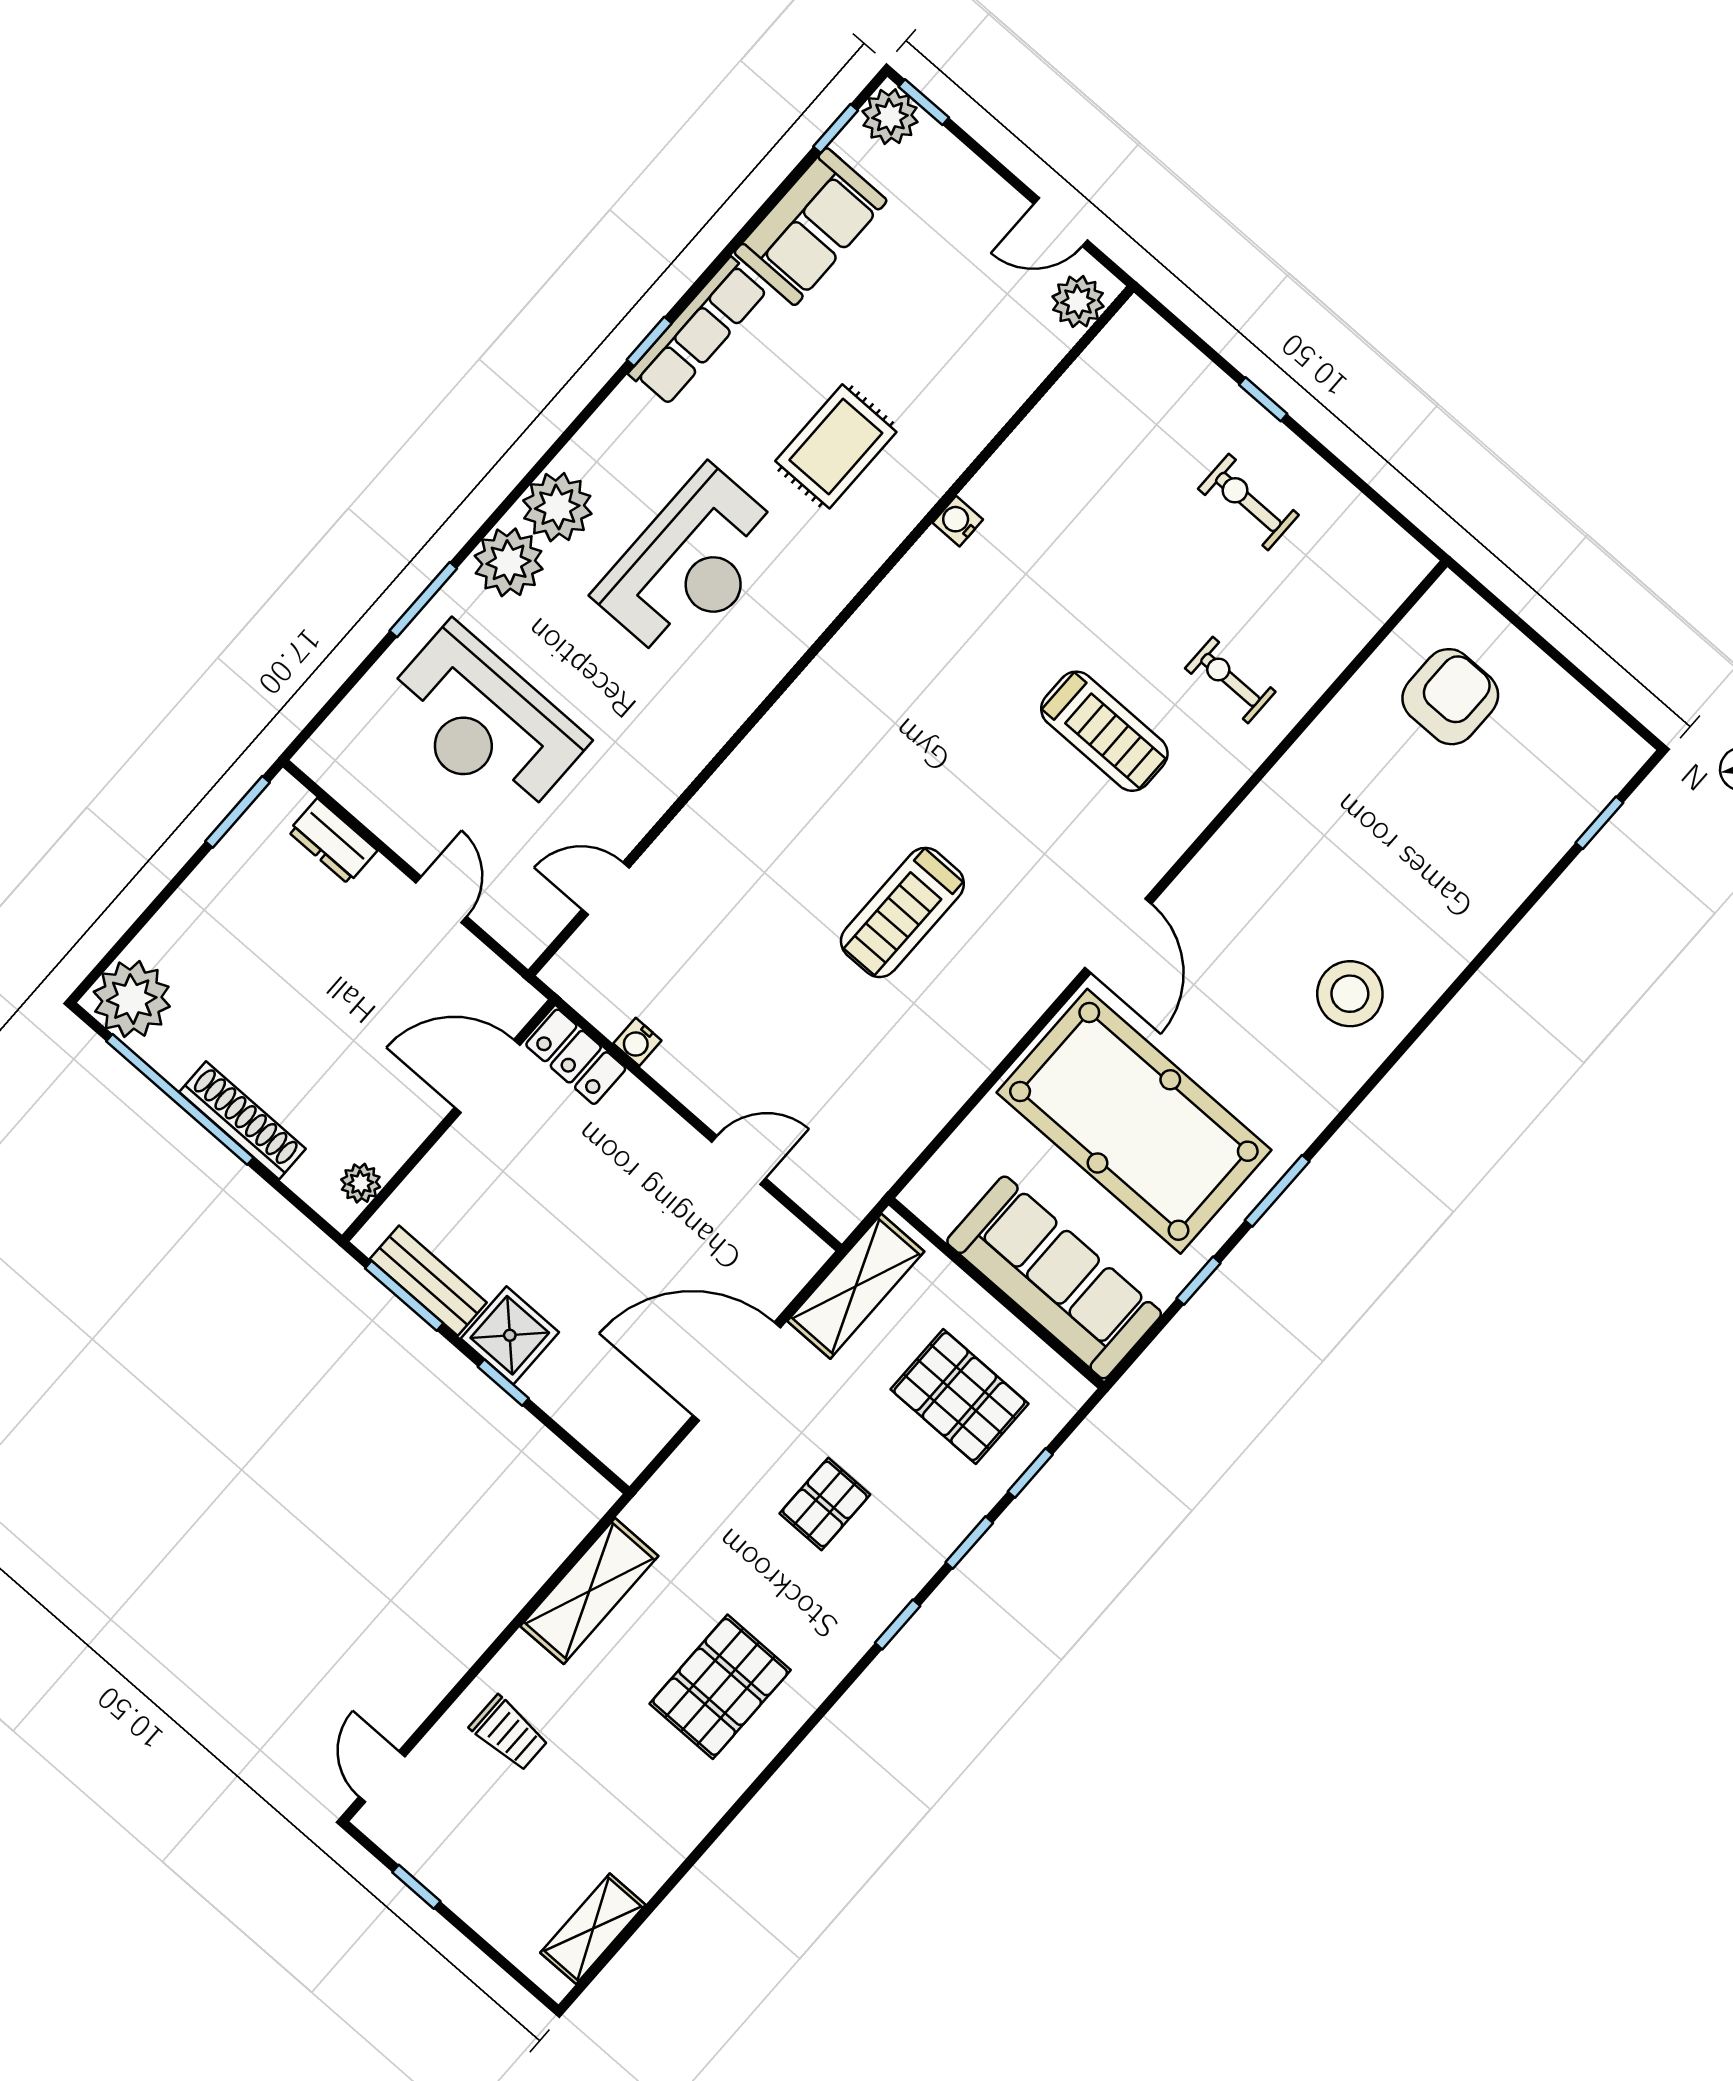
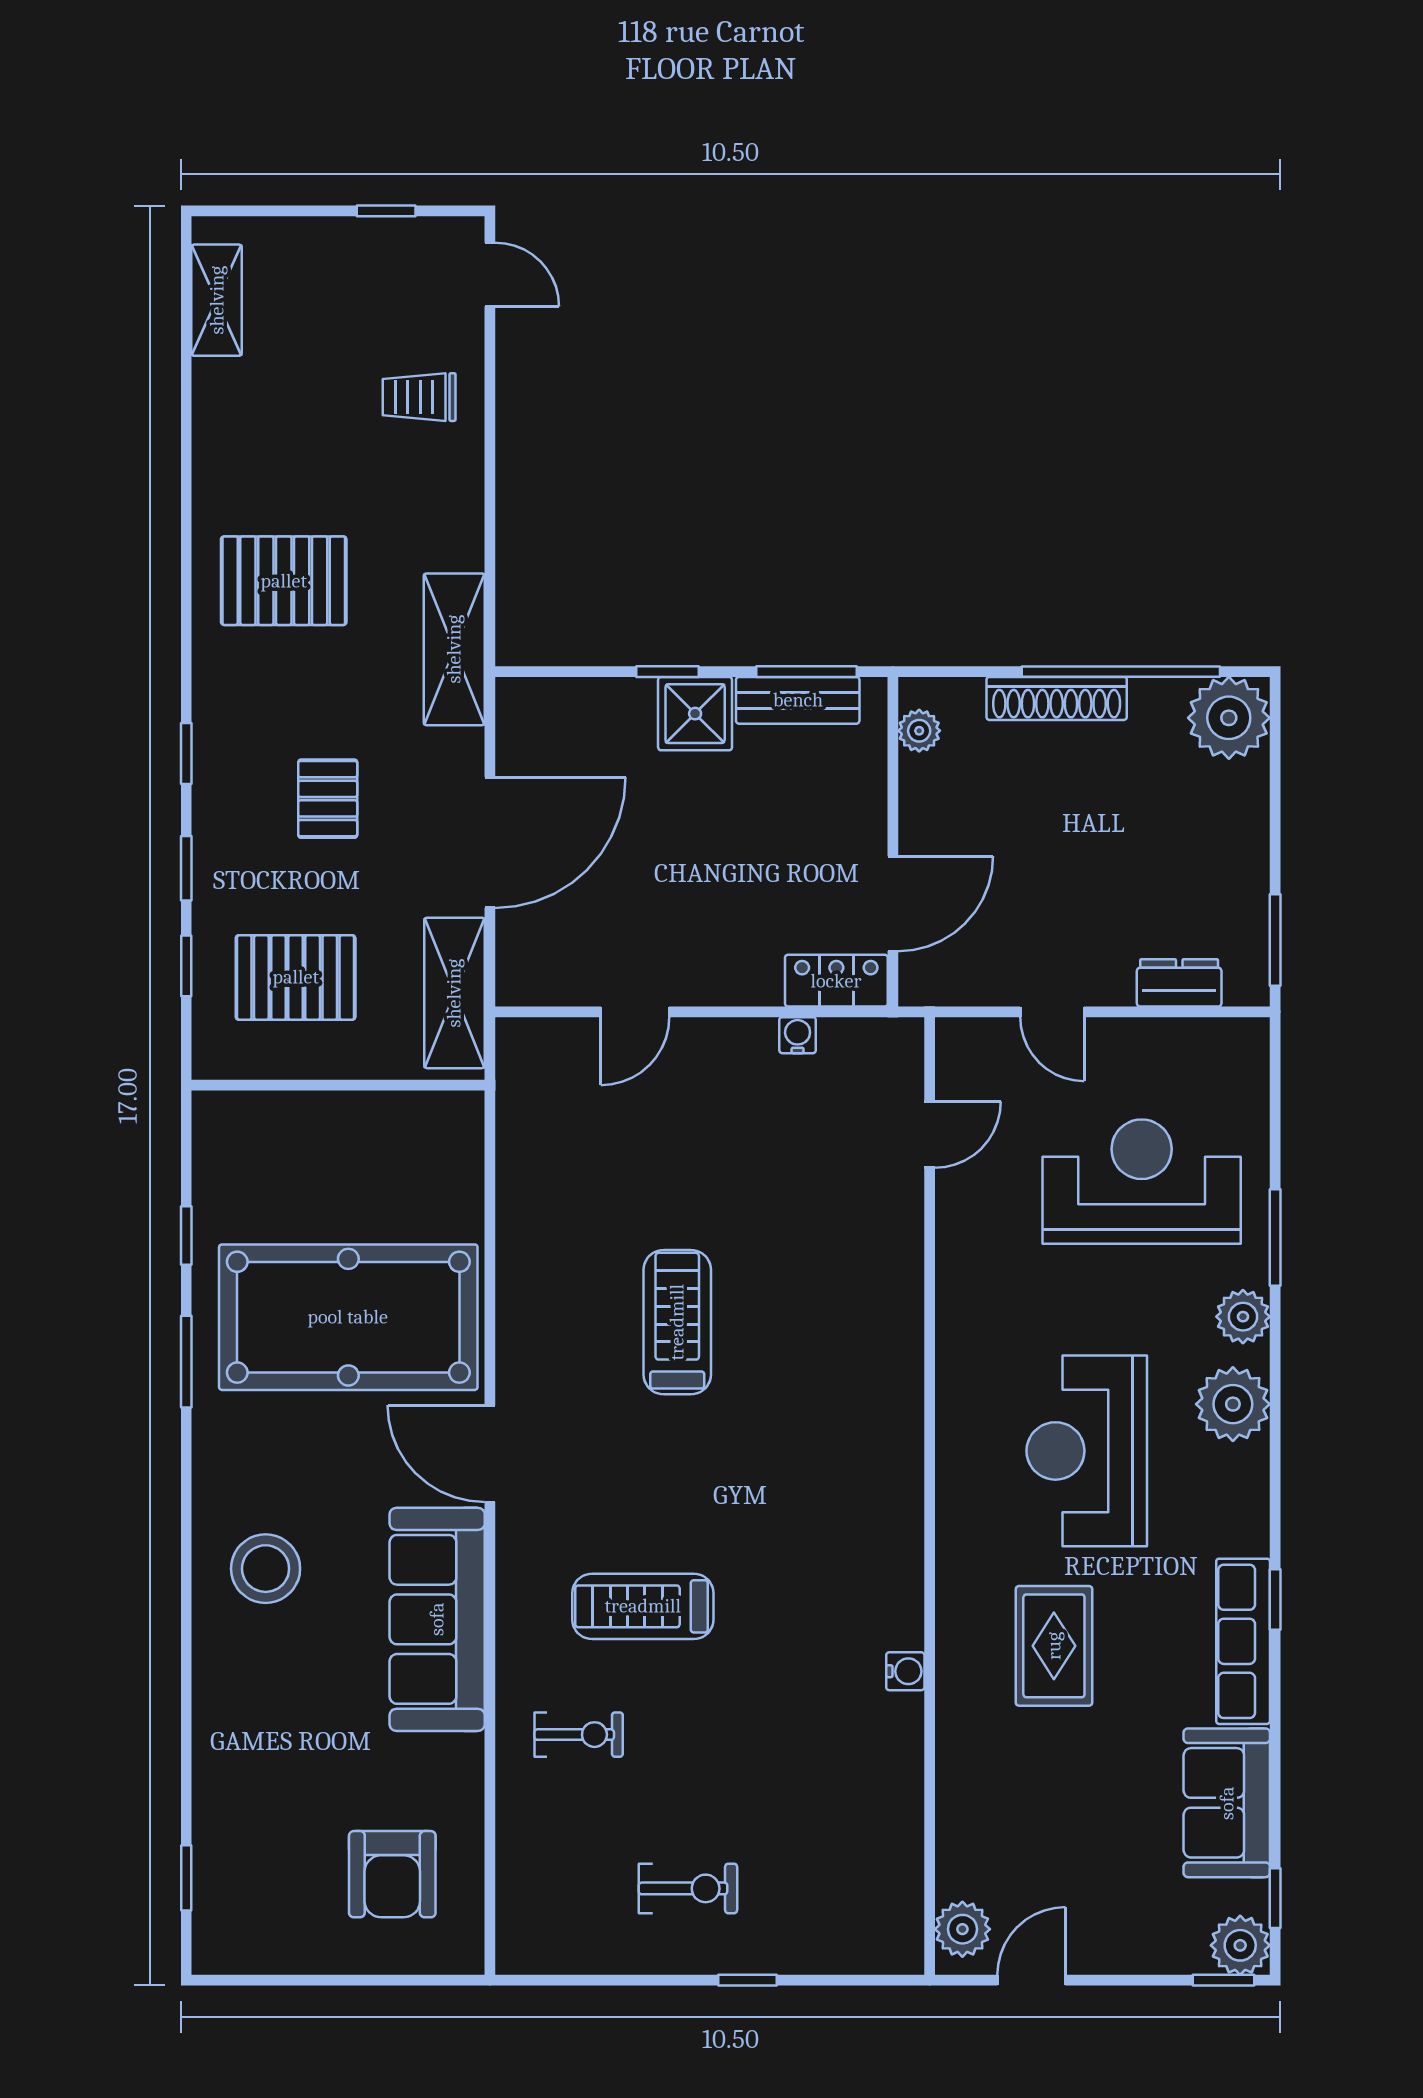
plant: (509, 562) -> (1243, 1317), width x0.73, depth x0.73
sofa: (1054, 1277) -> (437, 1619), moved, turned 90
shelving: (589, 1591) -> (454, 649), moved
pallet: (720, 1687) -> (284, 581), turned 90

